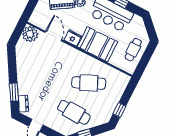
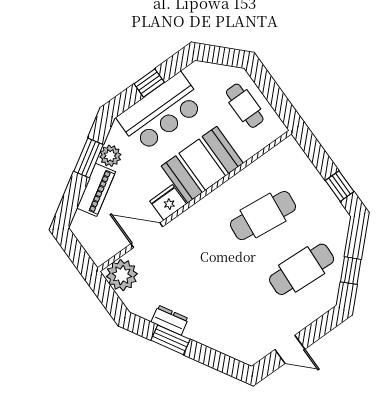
cafe table: (89, 83) -> (263, 216), turned 30
window: (14, 92) -> (170, 340), moved
dresser: (23, 104) -> (170, 320), moved

